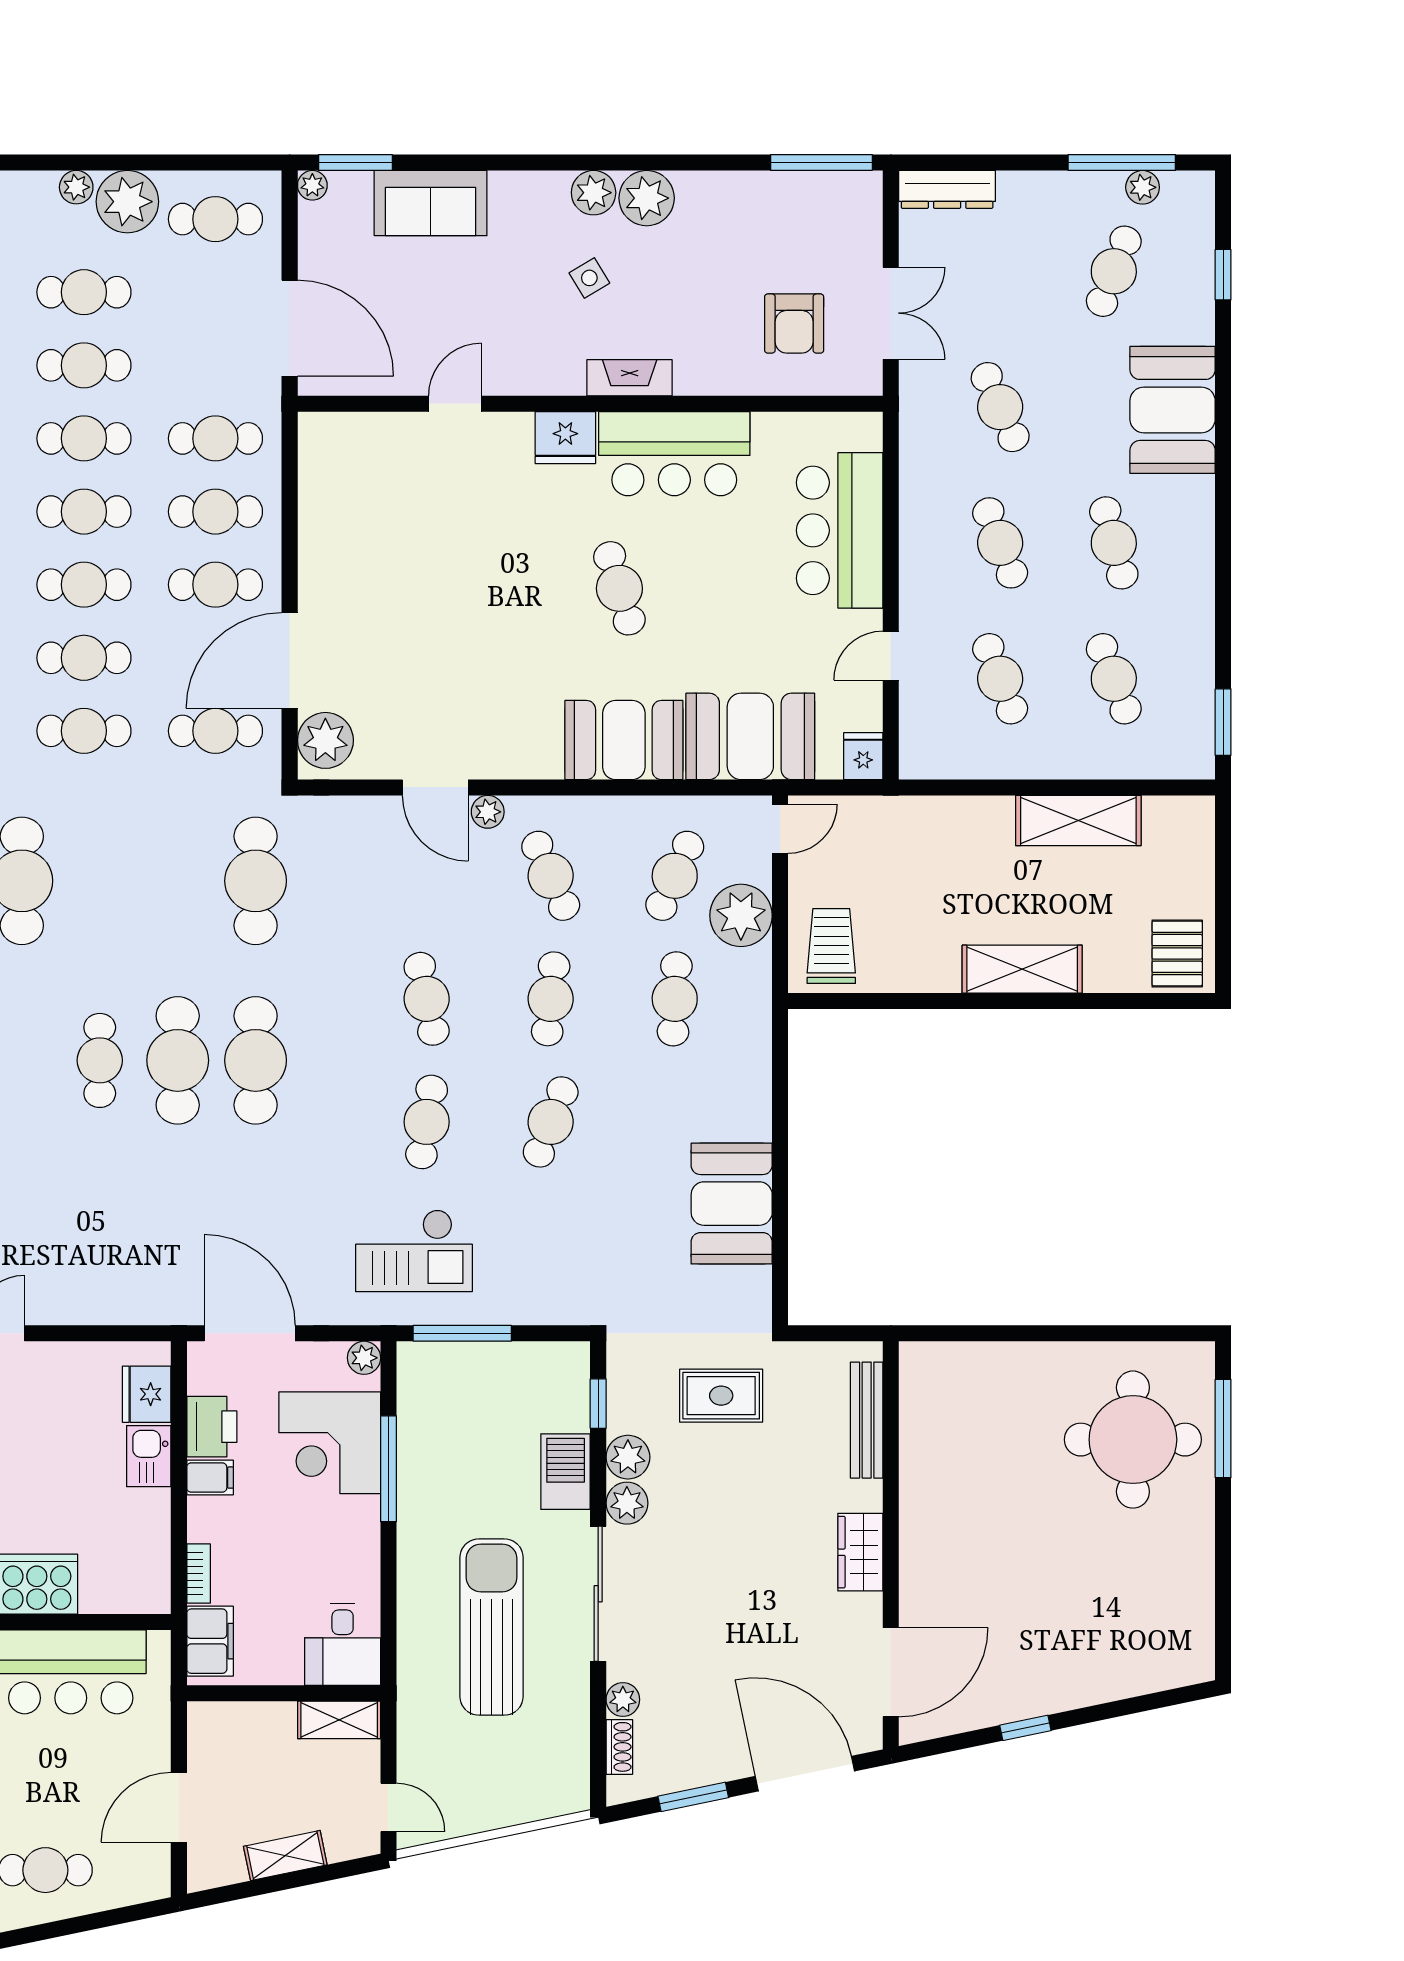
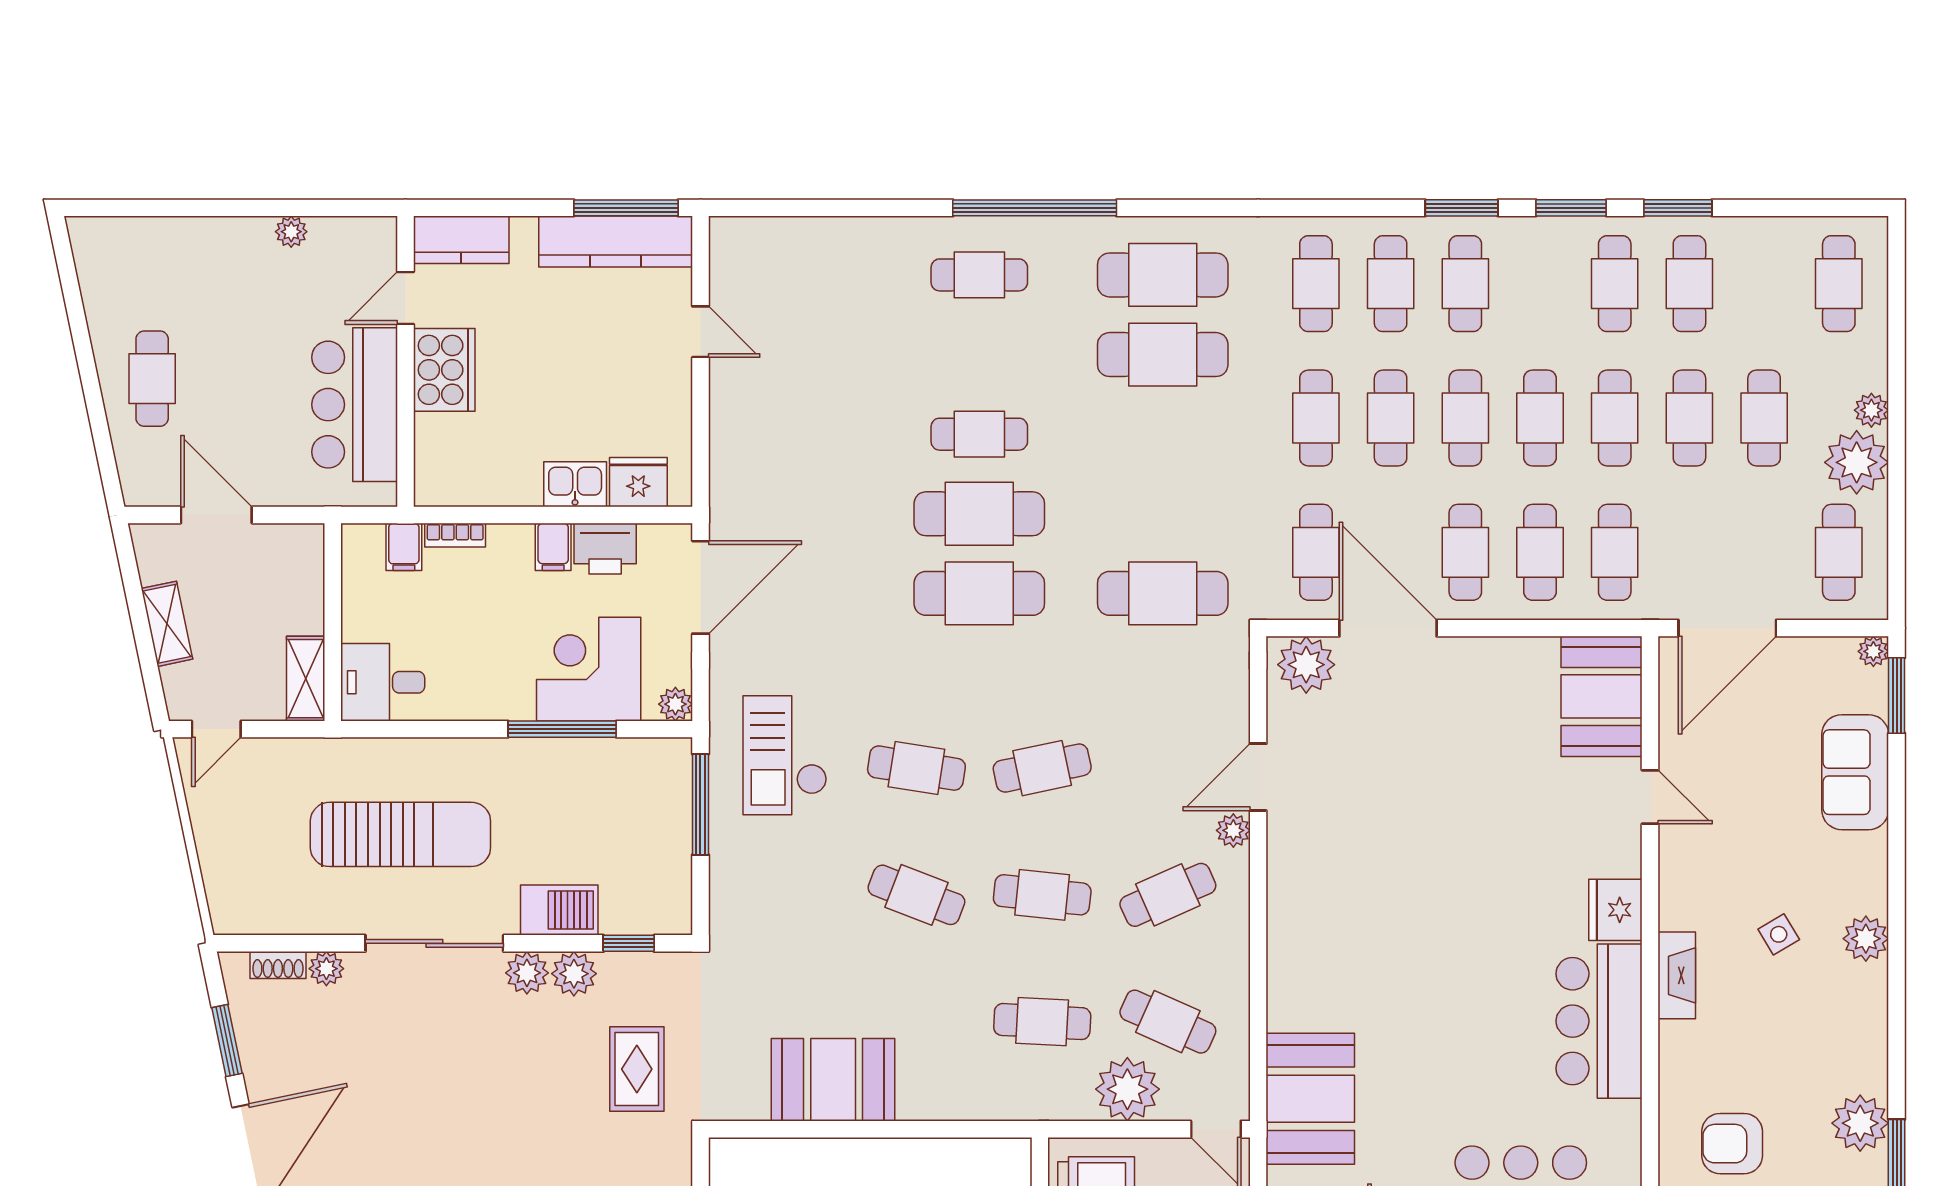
plant: (647, 198) -> (1860, 1123), moved
cafe table: (619, 588) -> (1462, 965), removed
booth: (624, 740) -> (1602, 696), moved
filing cabinet: (210, 1641) -> (404, 547), width x0.50

